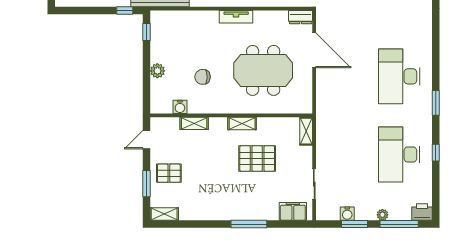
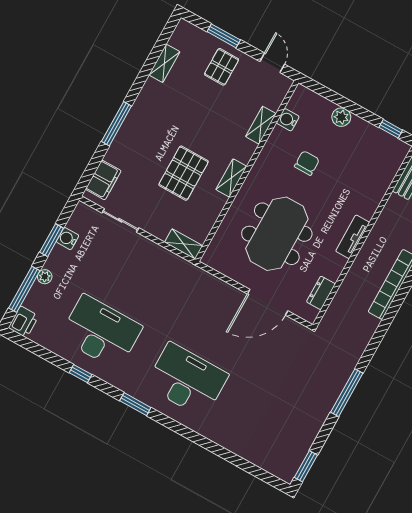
dresser: (301, 17) -> (321, 293), moved
shelving: (164, 214) -> (164, 63), moved

